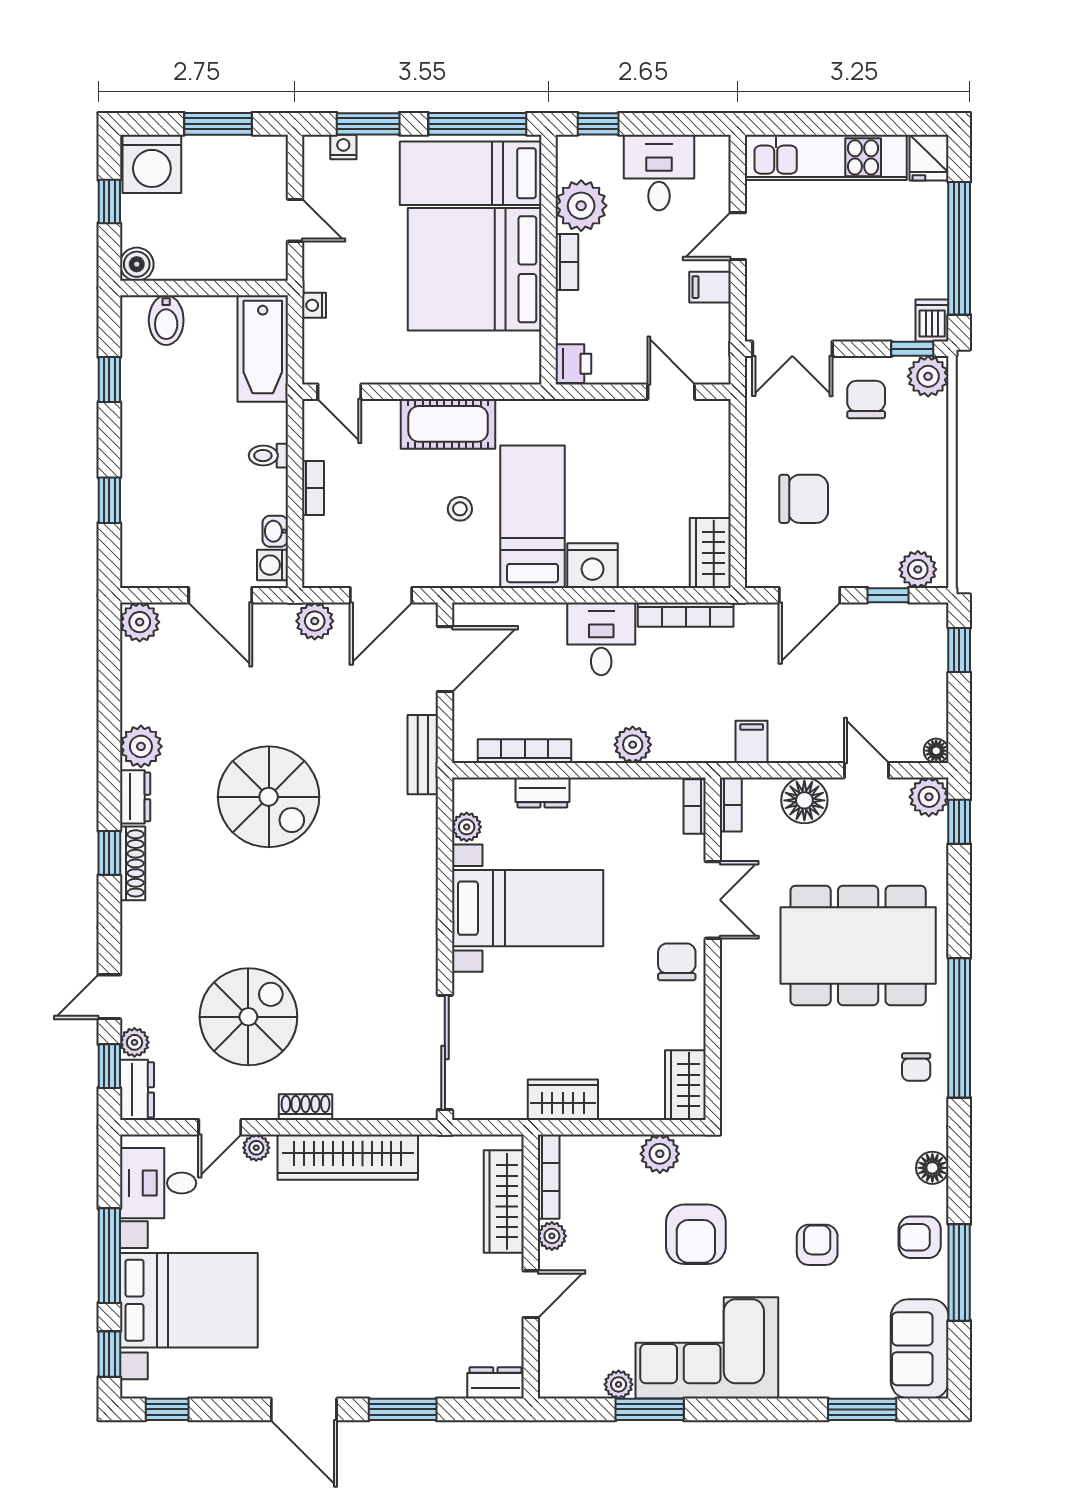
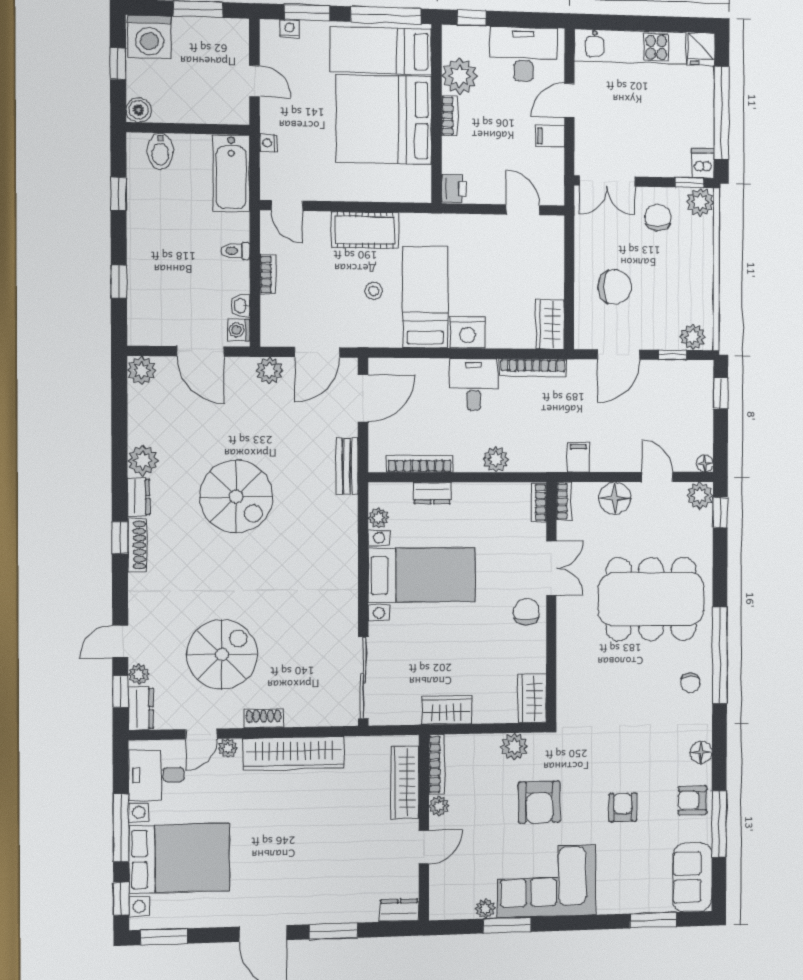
desk: (659, 172) -> (524, 54), width x1.37
window: (167, 1409) -> (164, 937), width x1.50

